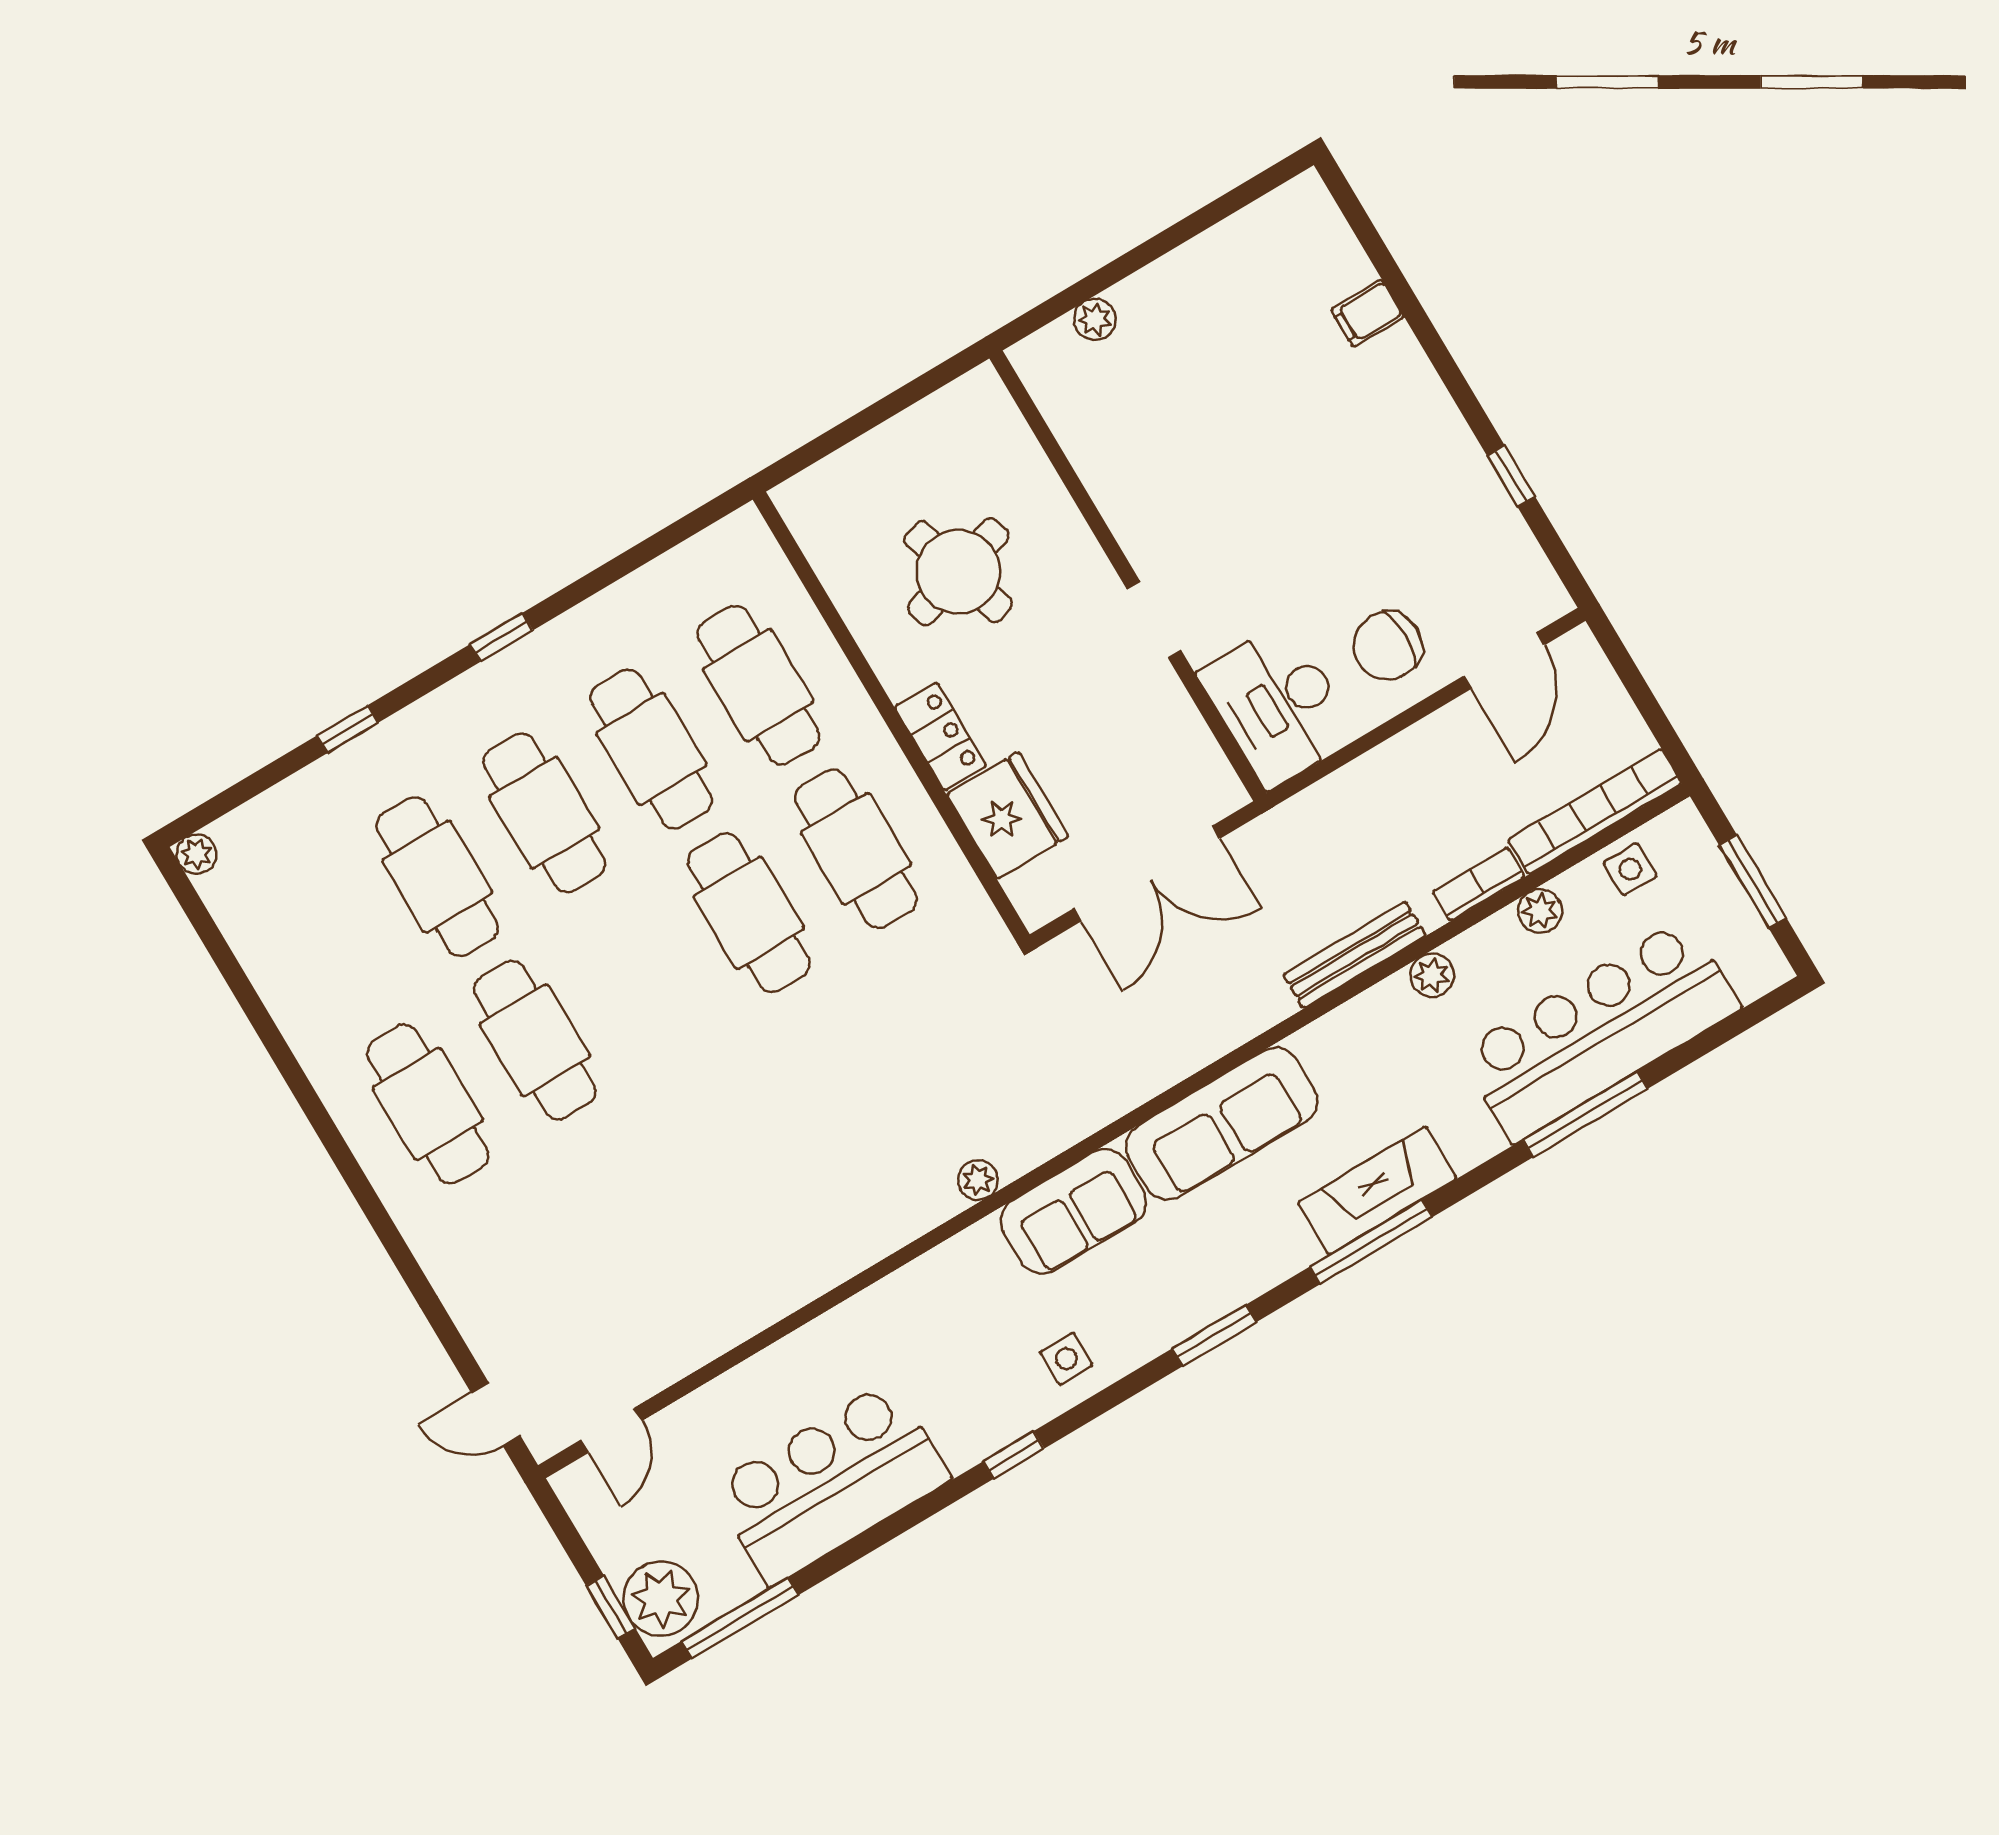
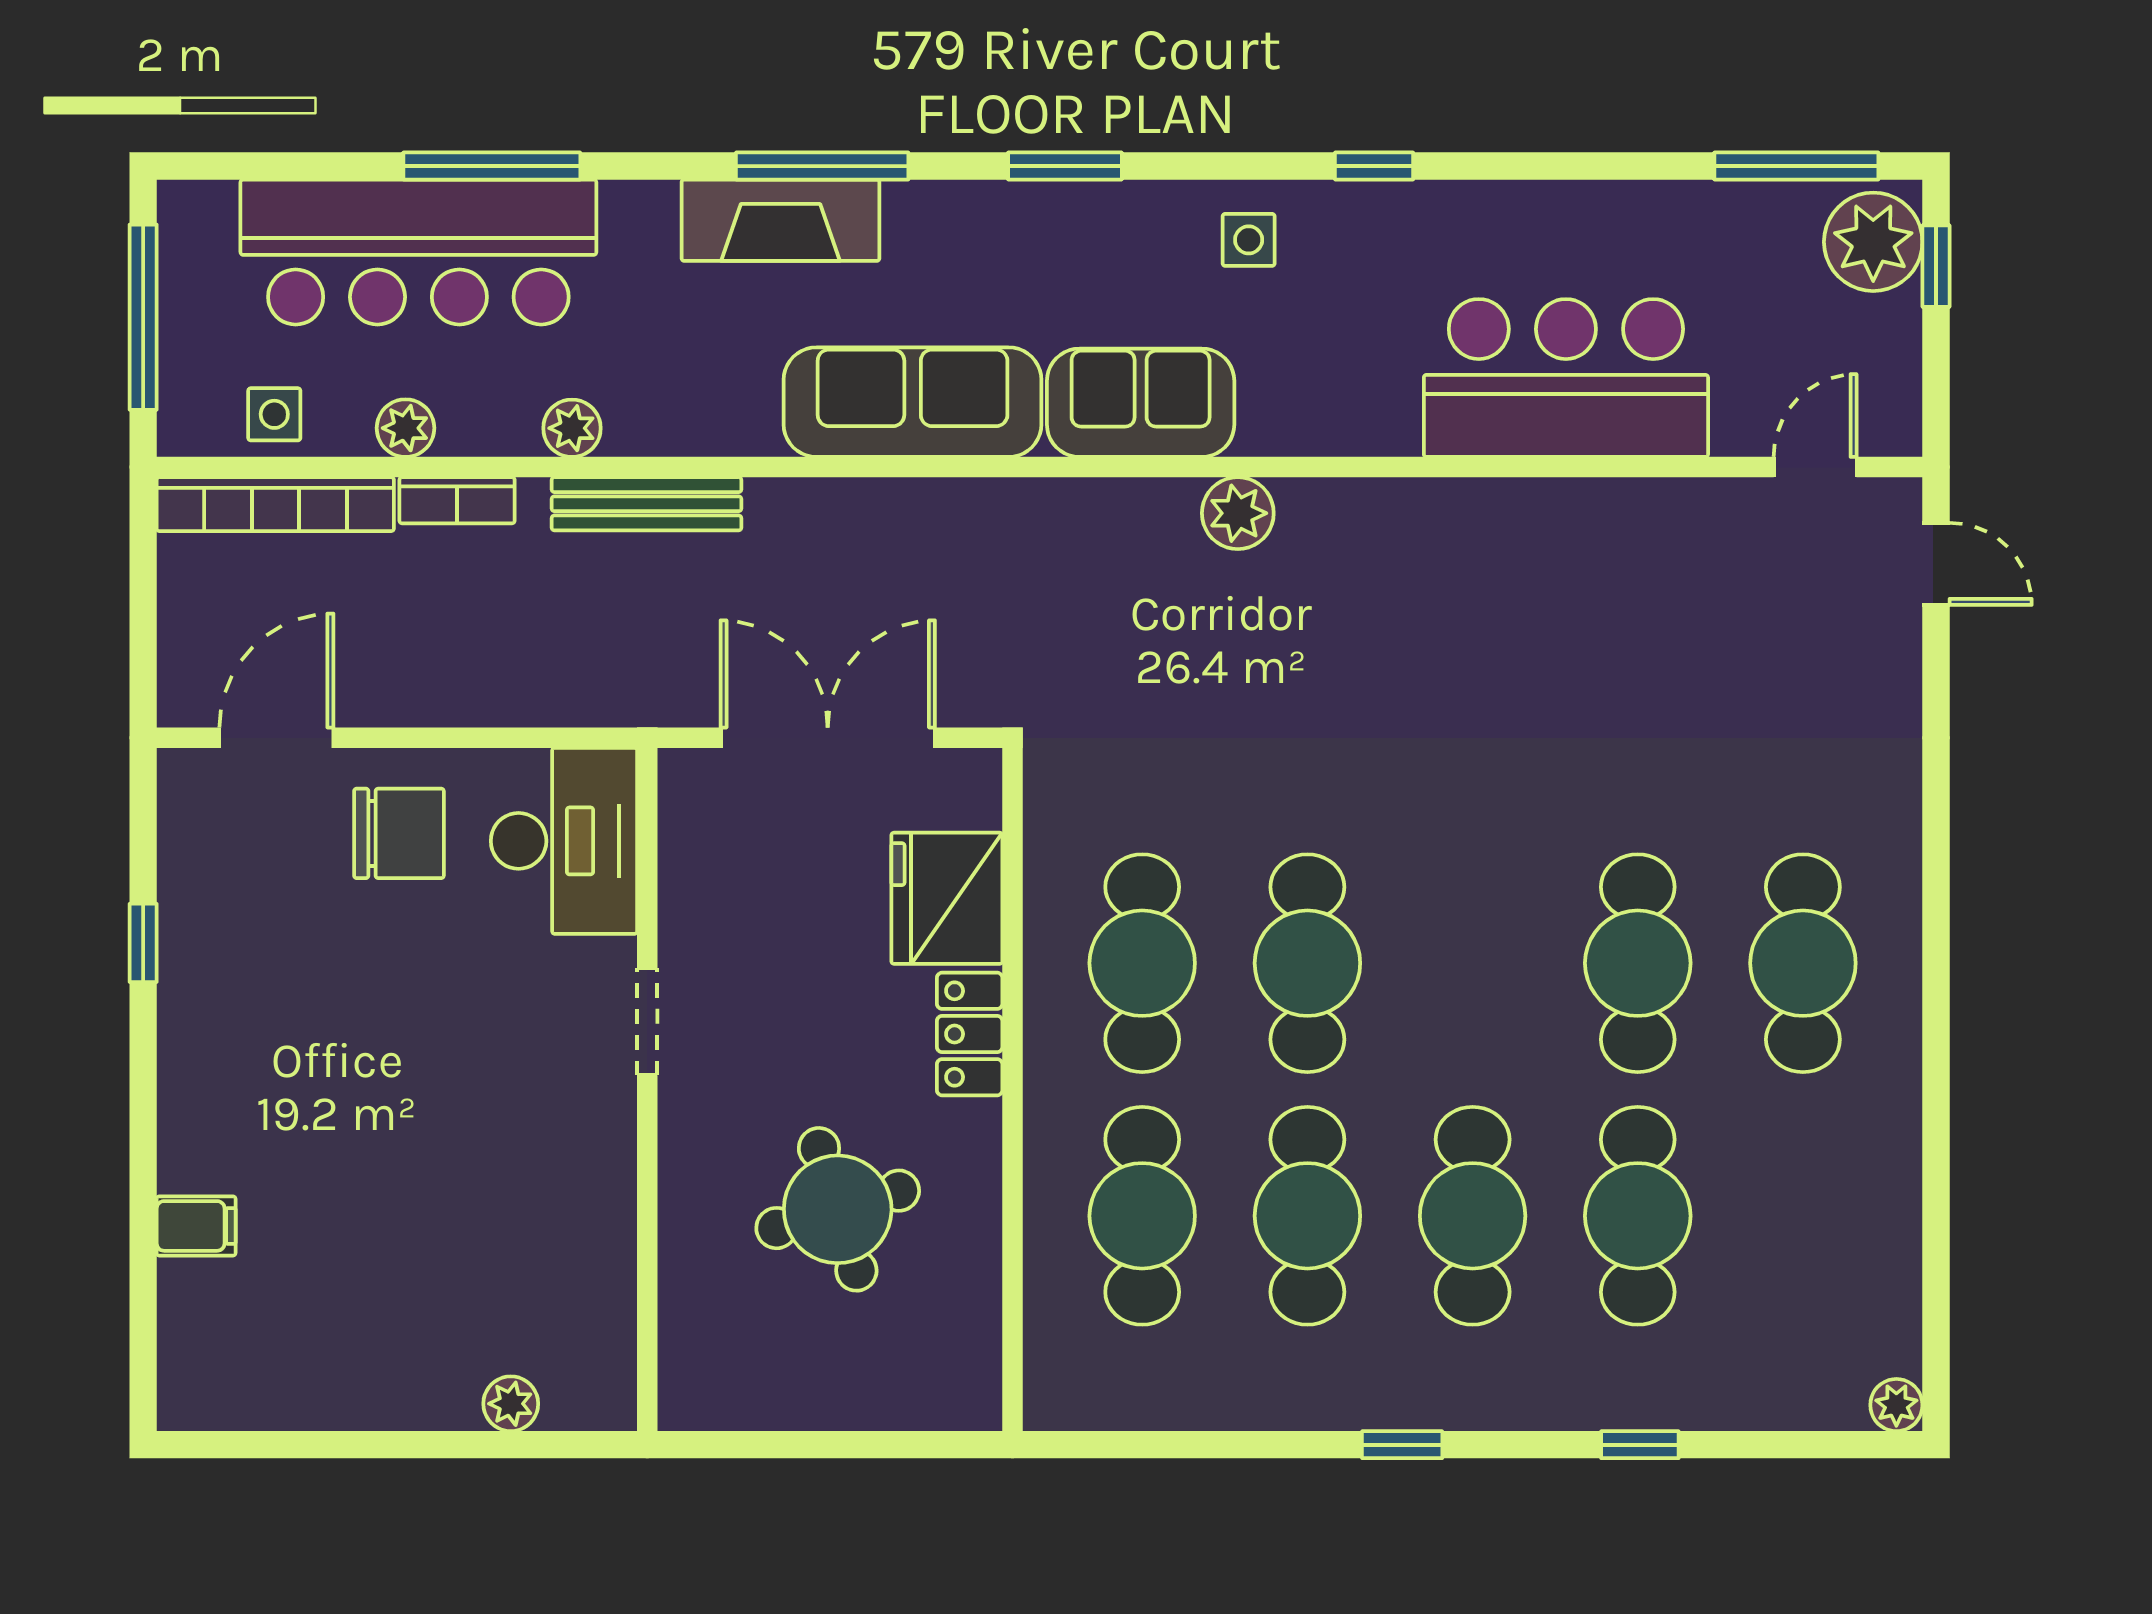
window: (1753, 882) -> (143, 317), width x1.44
plant: (978, 1180) -> (1238, 513), width x1.38, depth x1.38
bar counter: (831, 1483) -> (1566, 378), moved, turned 180

